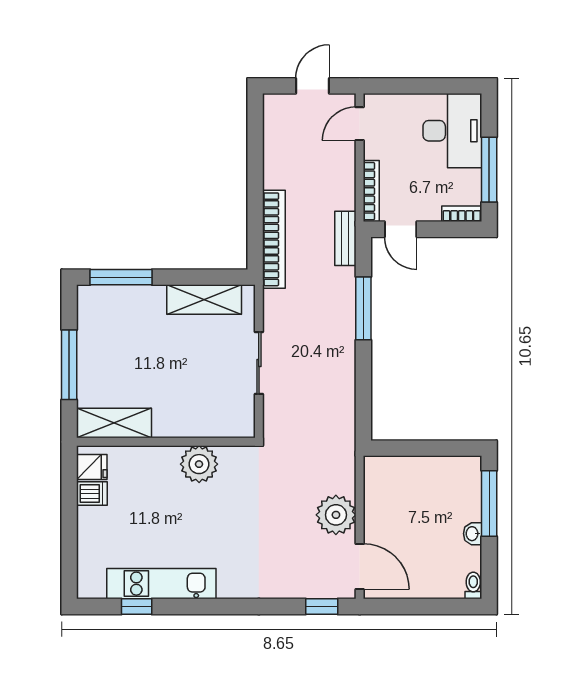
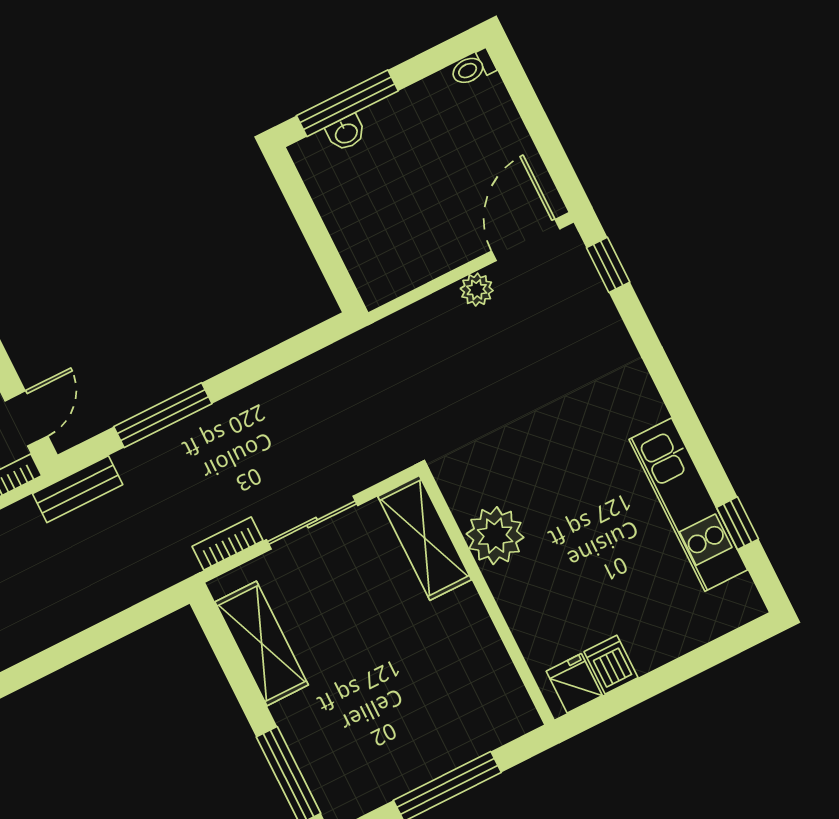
bookcase: (274, 239) -> (228, 544), moved, width x0.43, depth x0.76
shelving: (114, 423) -> (425, 538), moved
plant: (336, 515) -> (477, 290), width x0.53, depth x0.53
washbasin: (473, 534) -> (346, 133), moved

